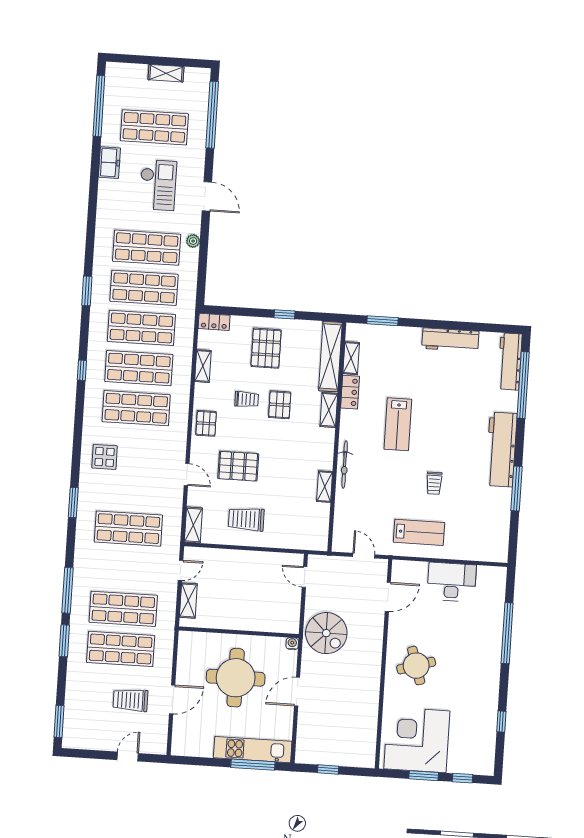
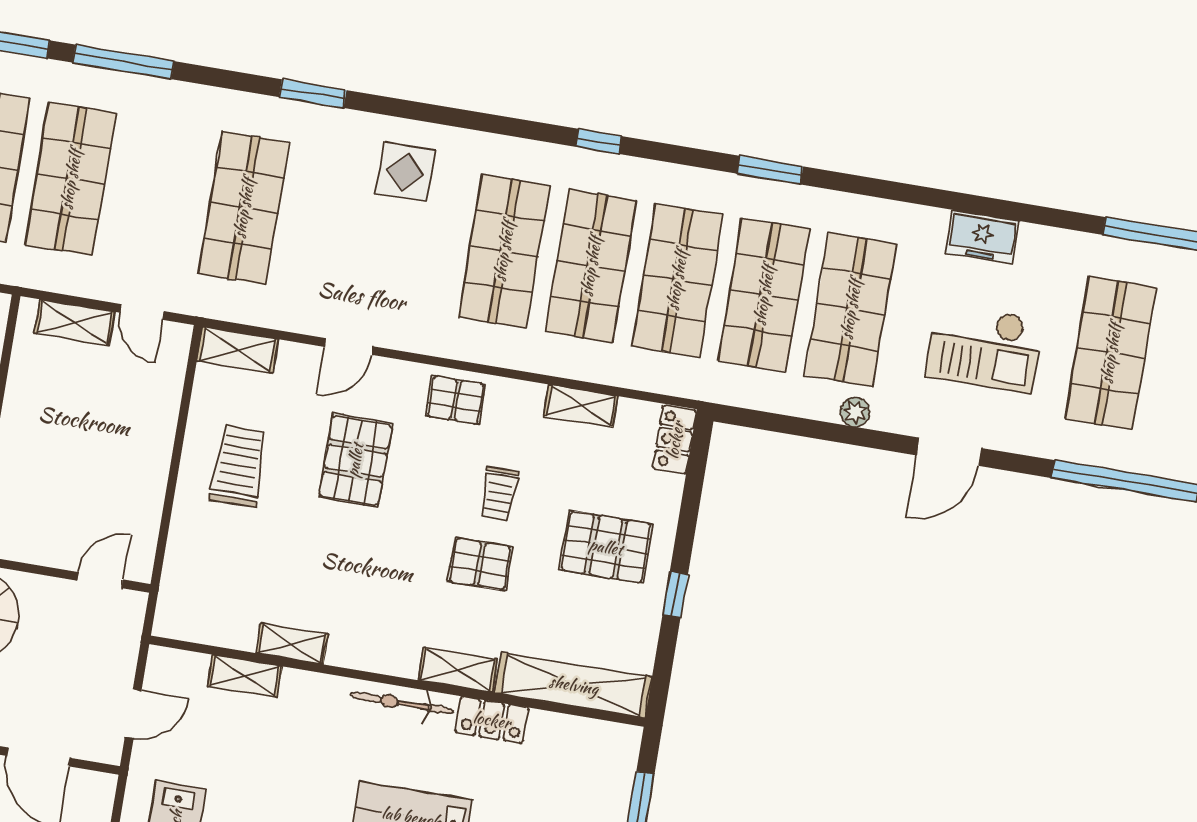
freezer: (109, 163) -> (982, 237), moved
shelving: (351, 358) -> (245, 676), moved
bicycle: (345, 465) -> (402, 703), moved

